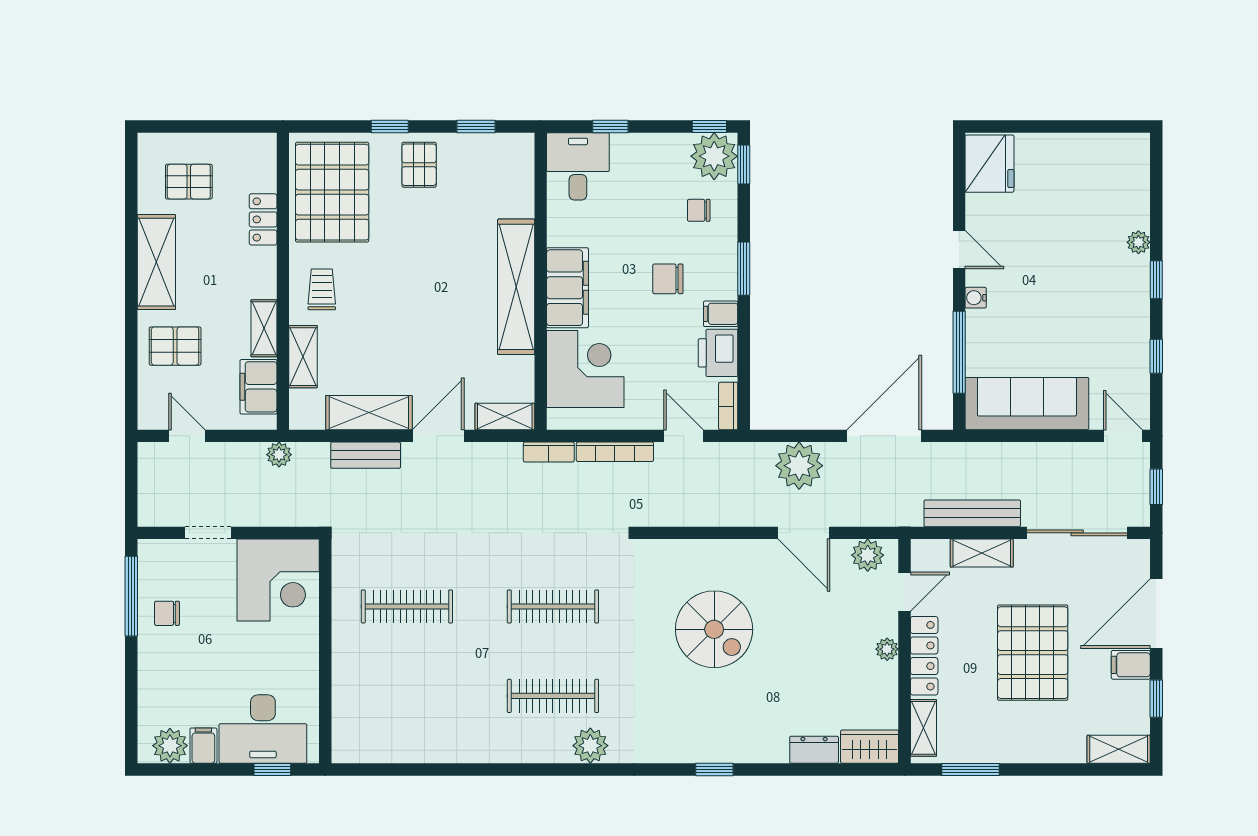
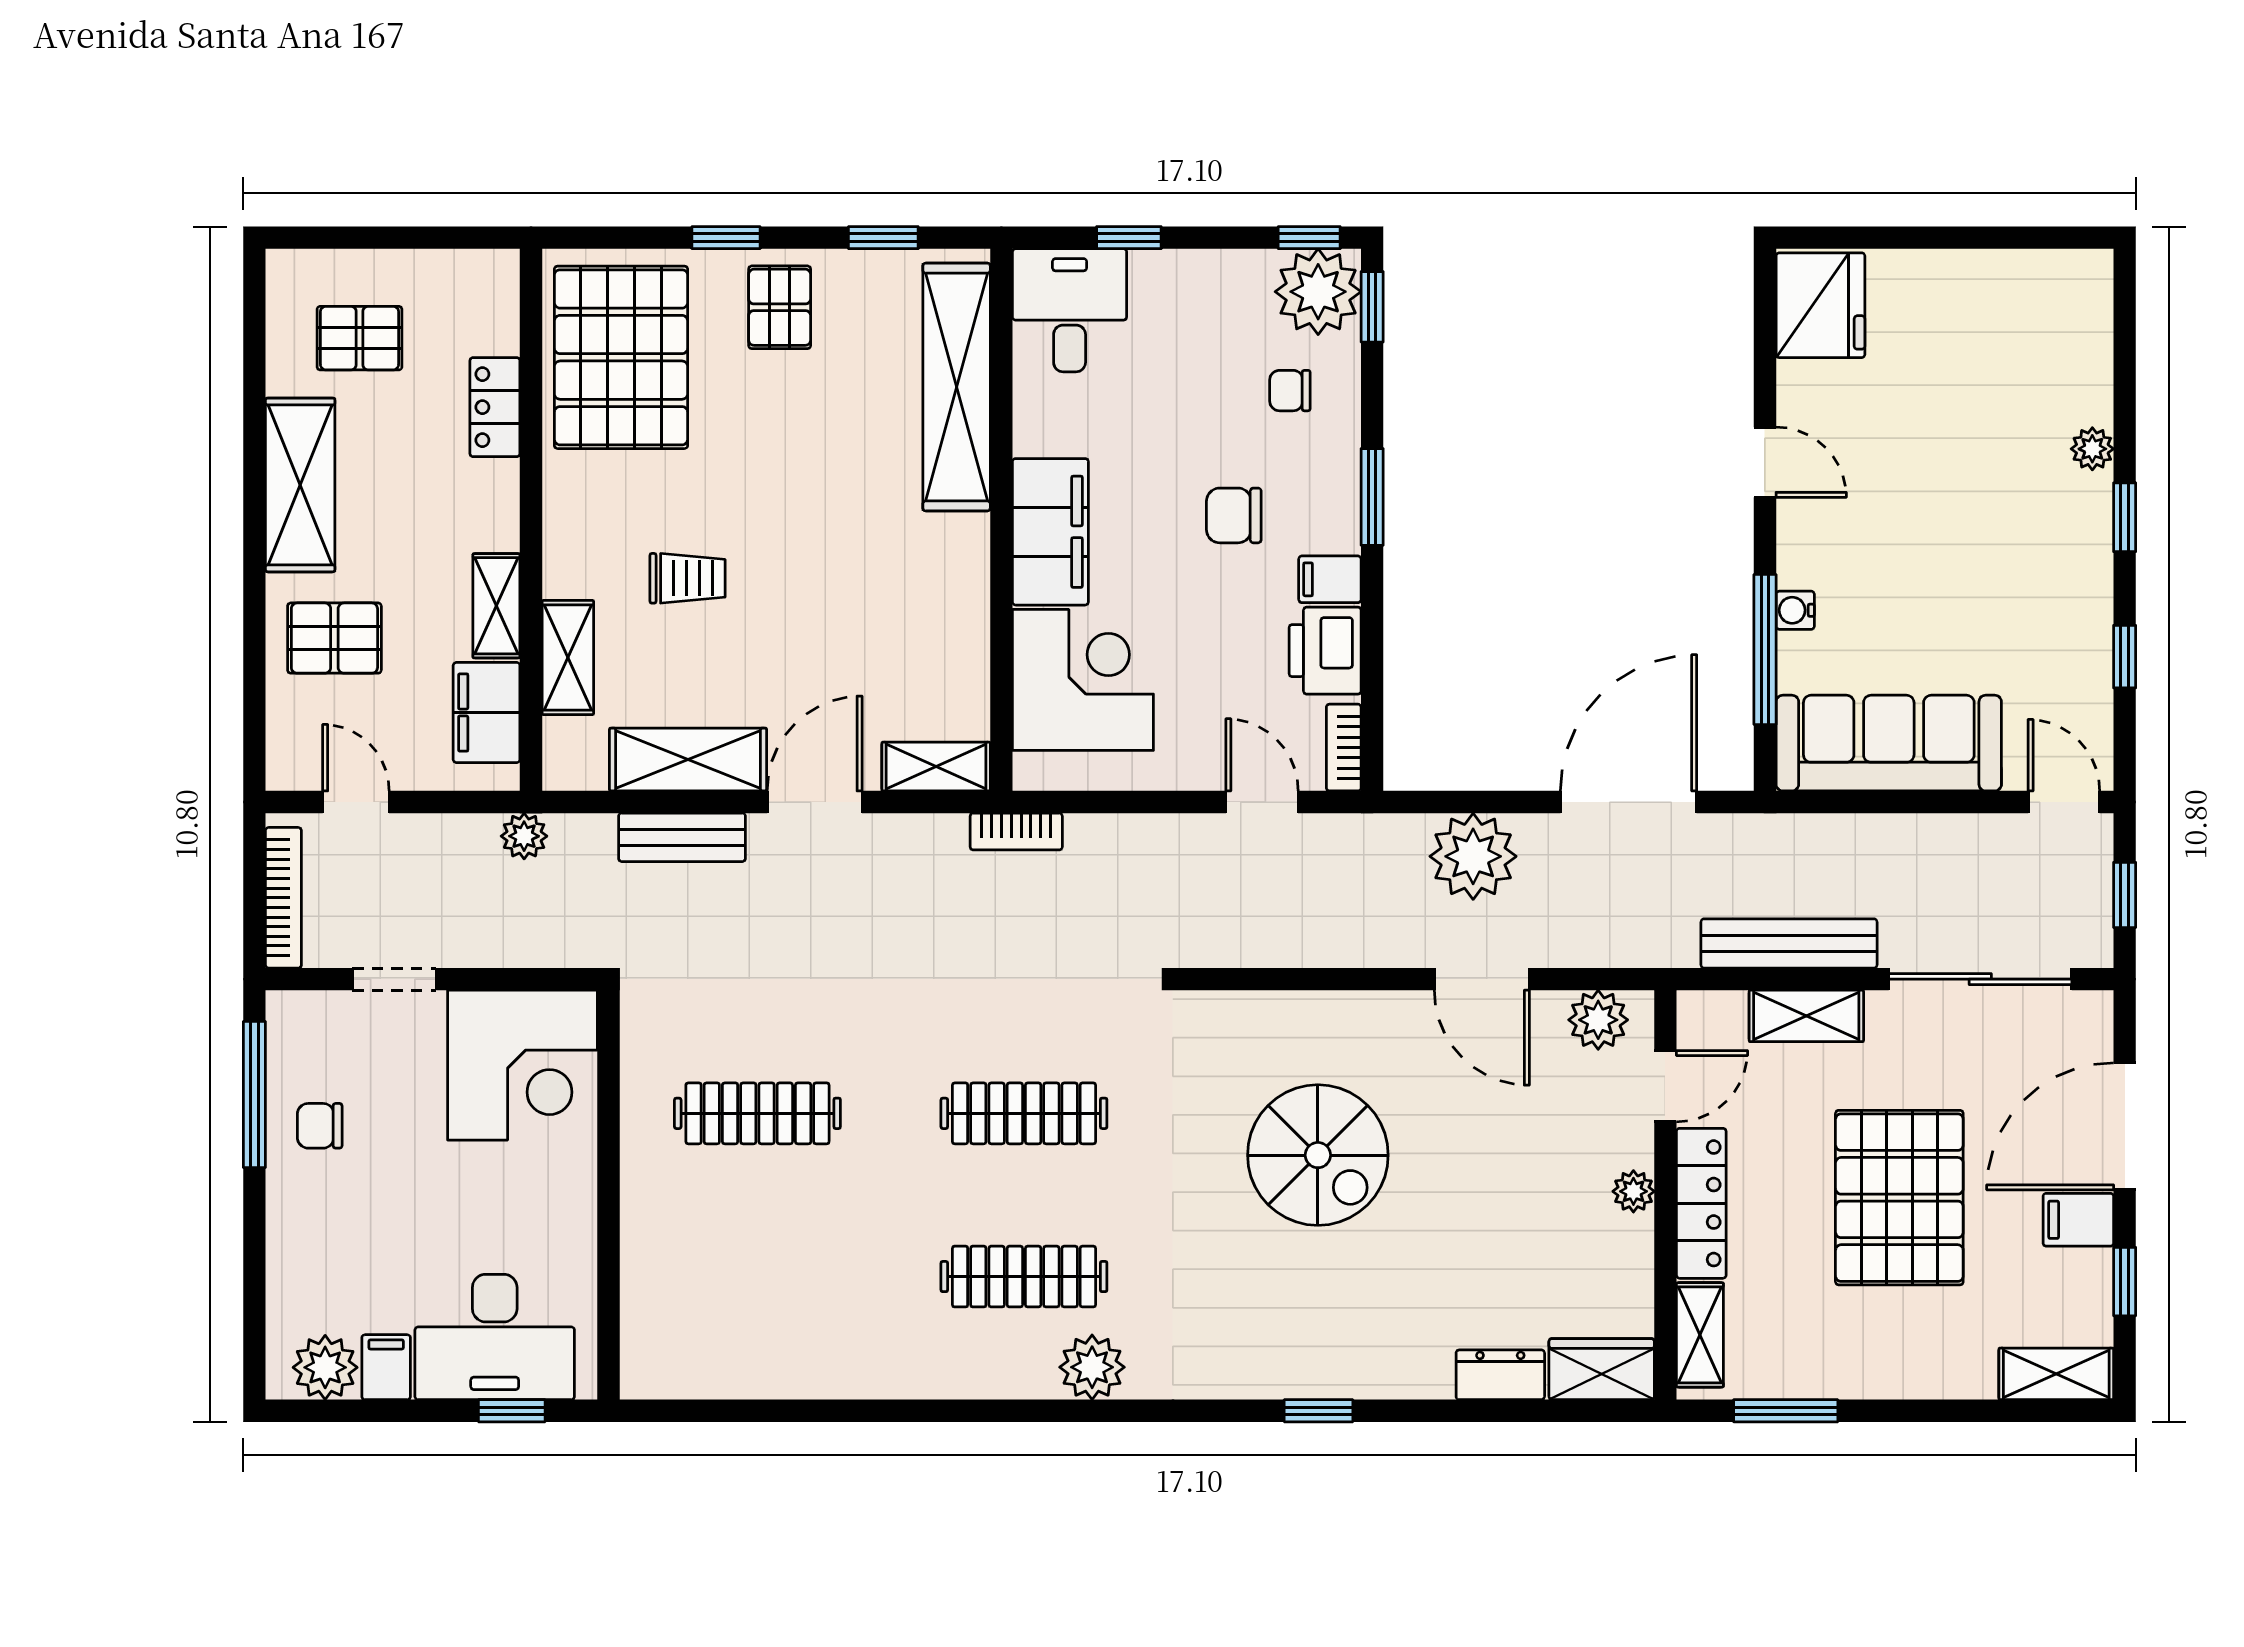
shelving: (516, 287) -> (957, 387), moved
trolley: (322, 289) -> (688, 578), moved, turned 90
water cooler: (976, 298) -> (1795, 610), moved
bookcase: (615, 452) -> (283, 898), moved, turned -90

